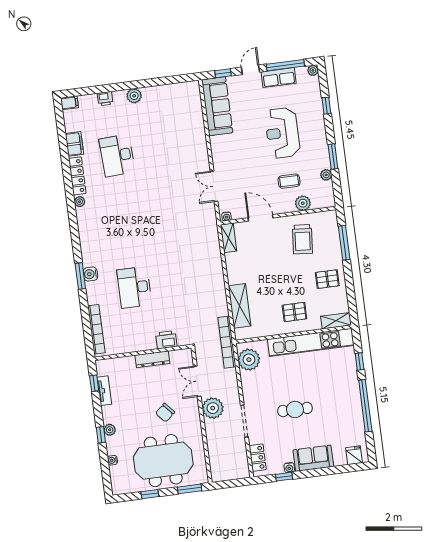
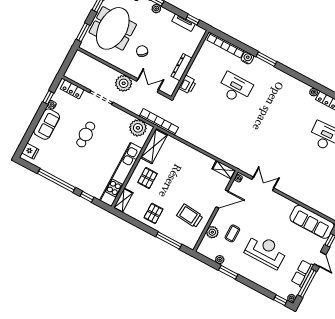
window: (326, 106) -> (280, 300), moved
water cooler: (90, 274) -> (247, 58), moved
shelving: (240, 306) -> (154, 146), moved, turned 90

